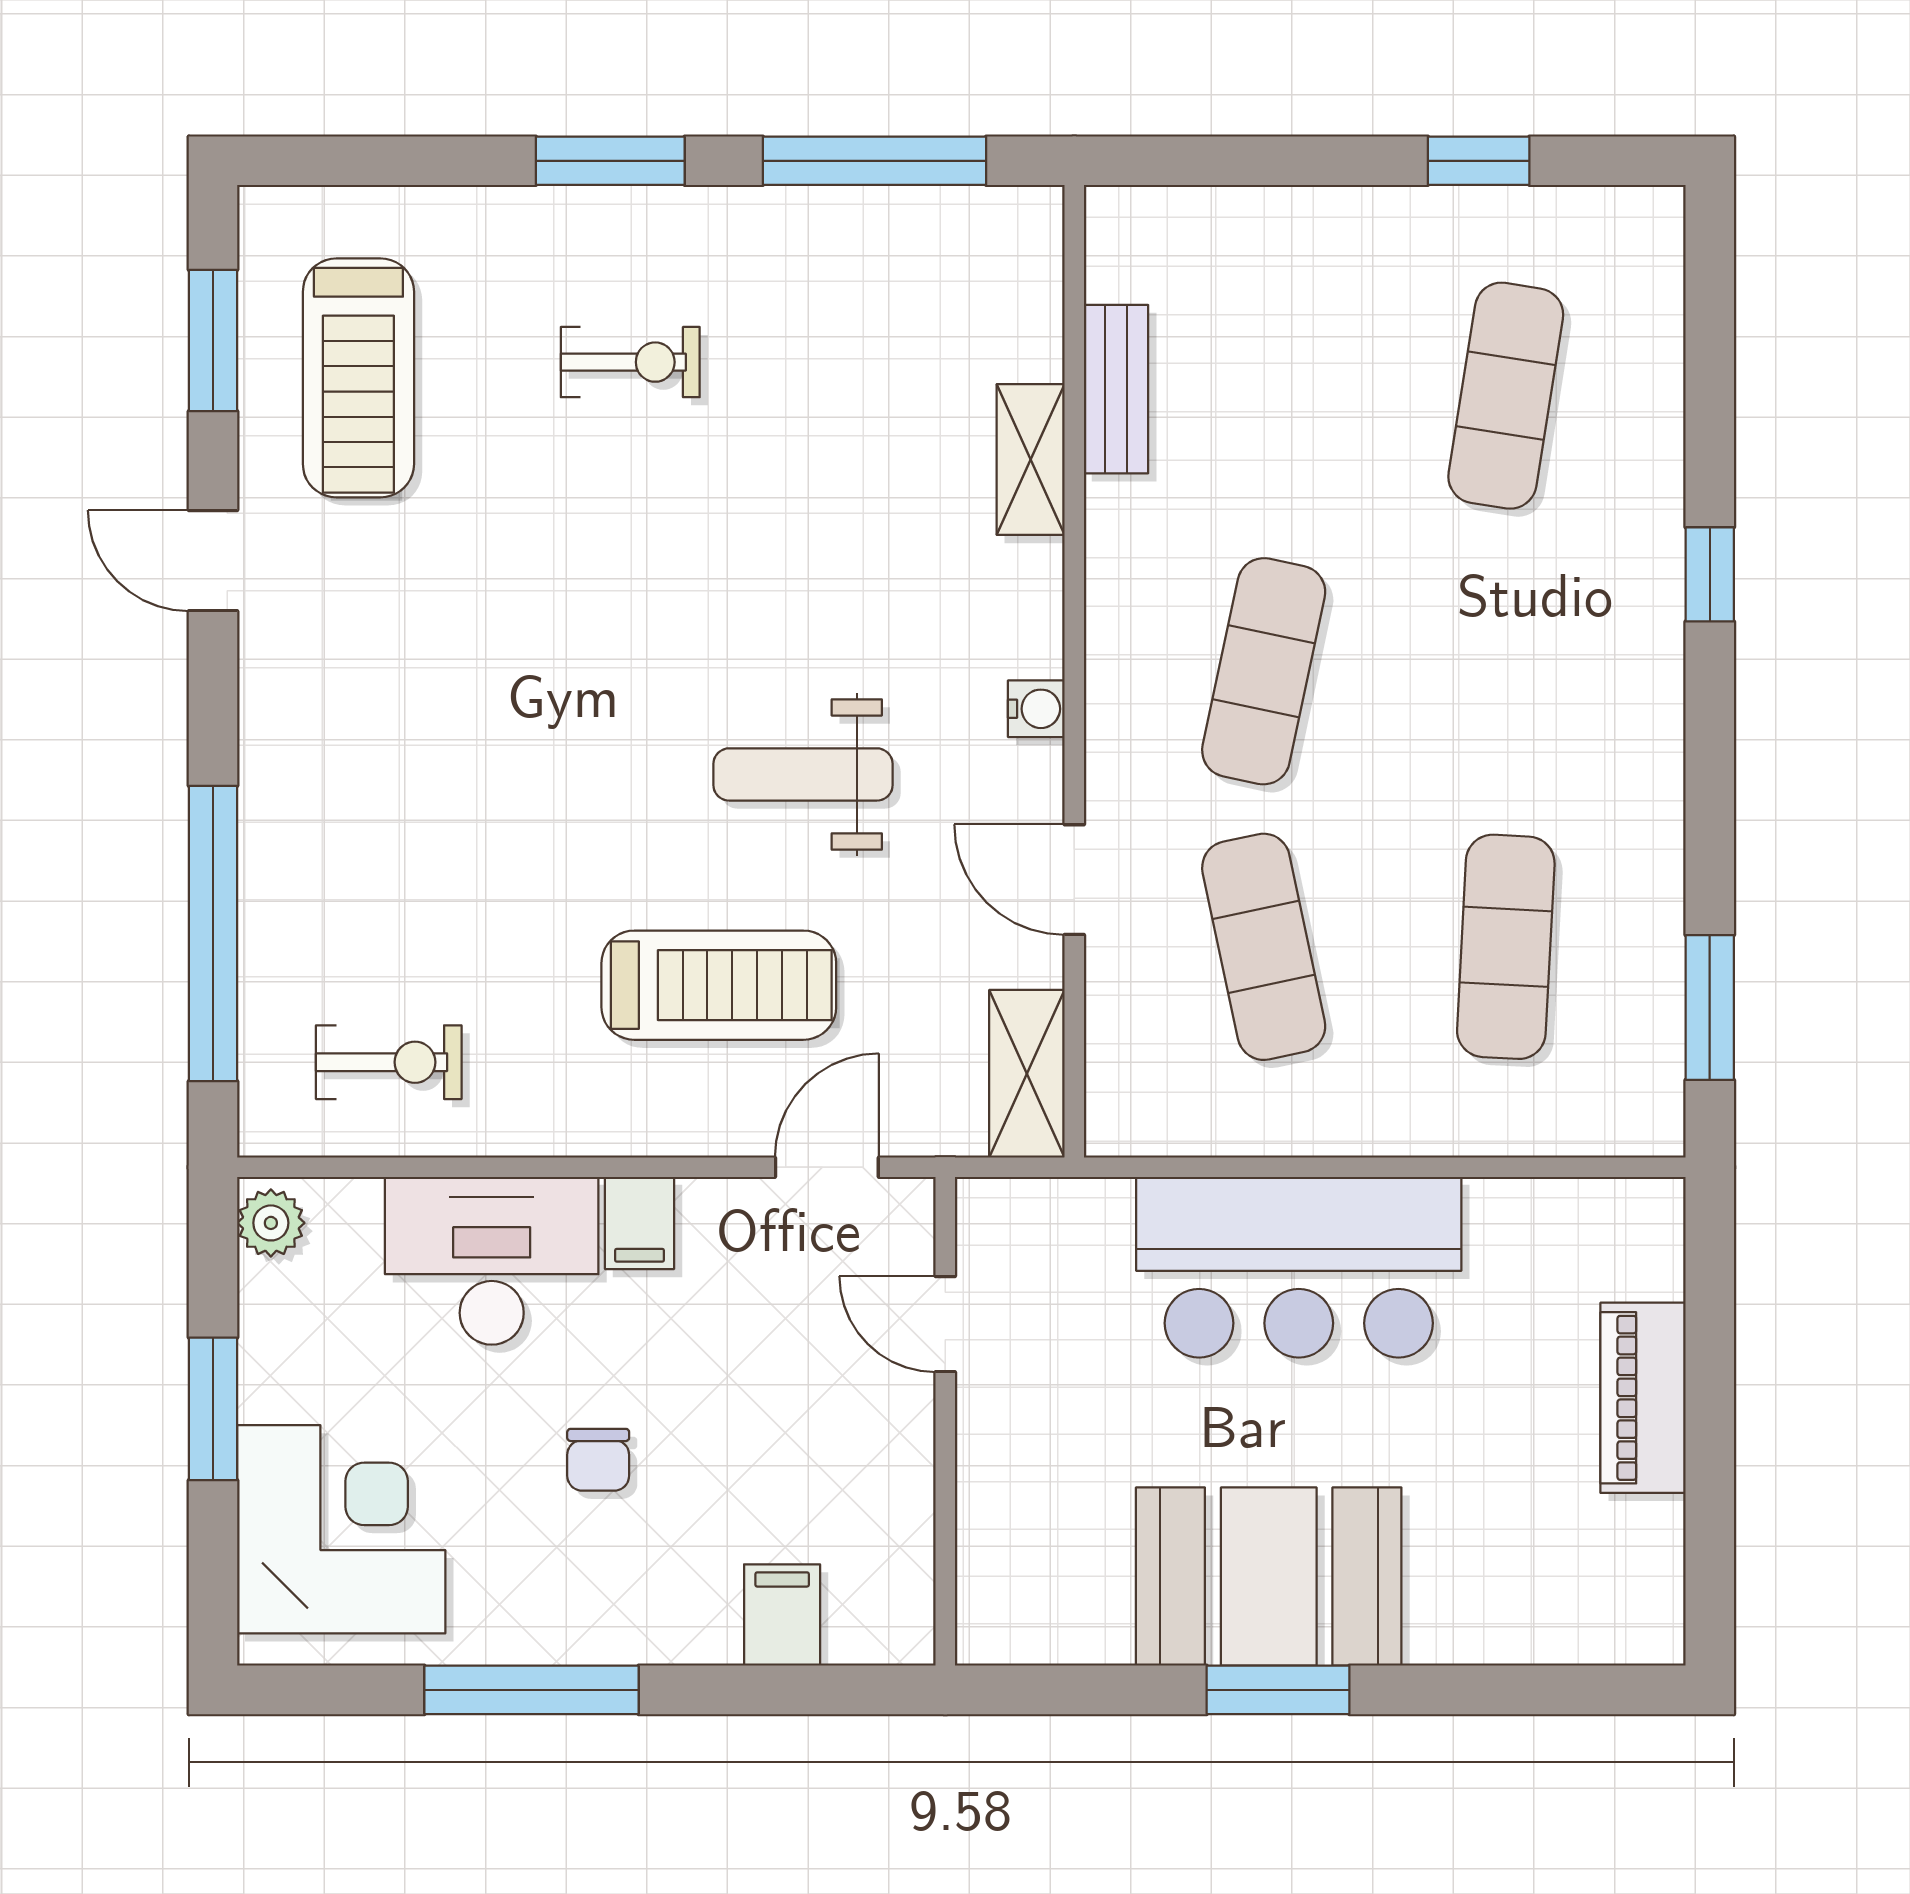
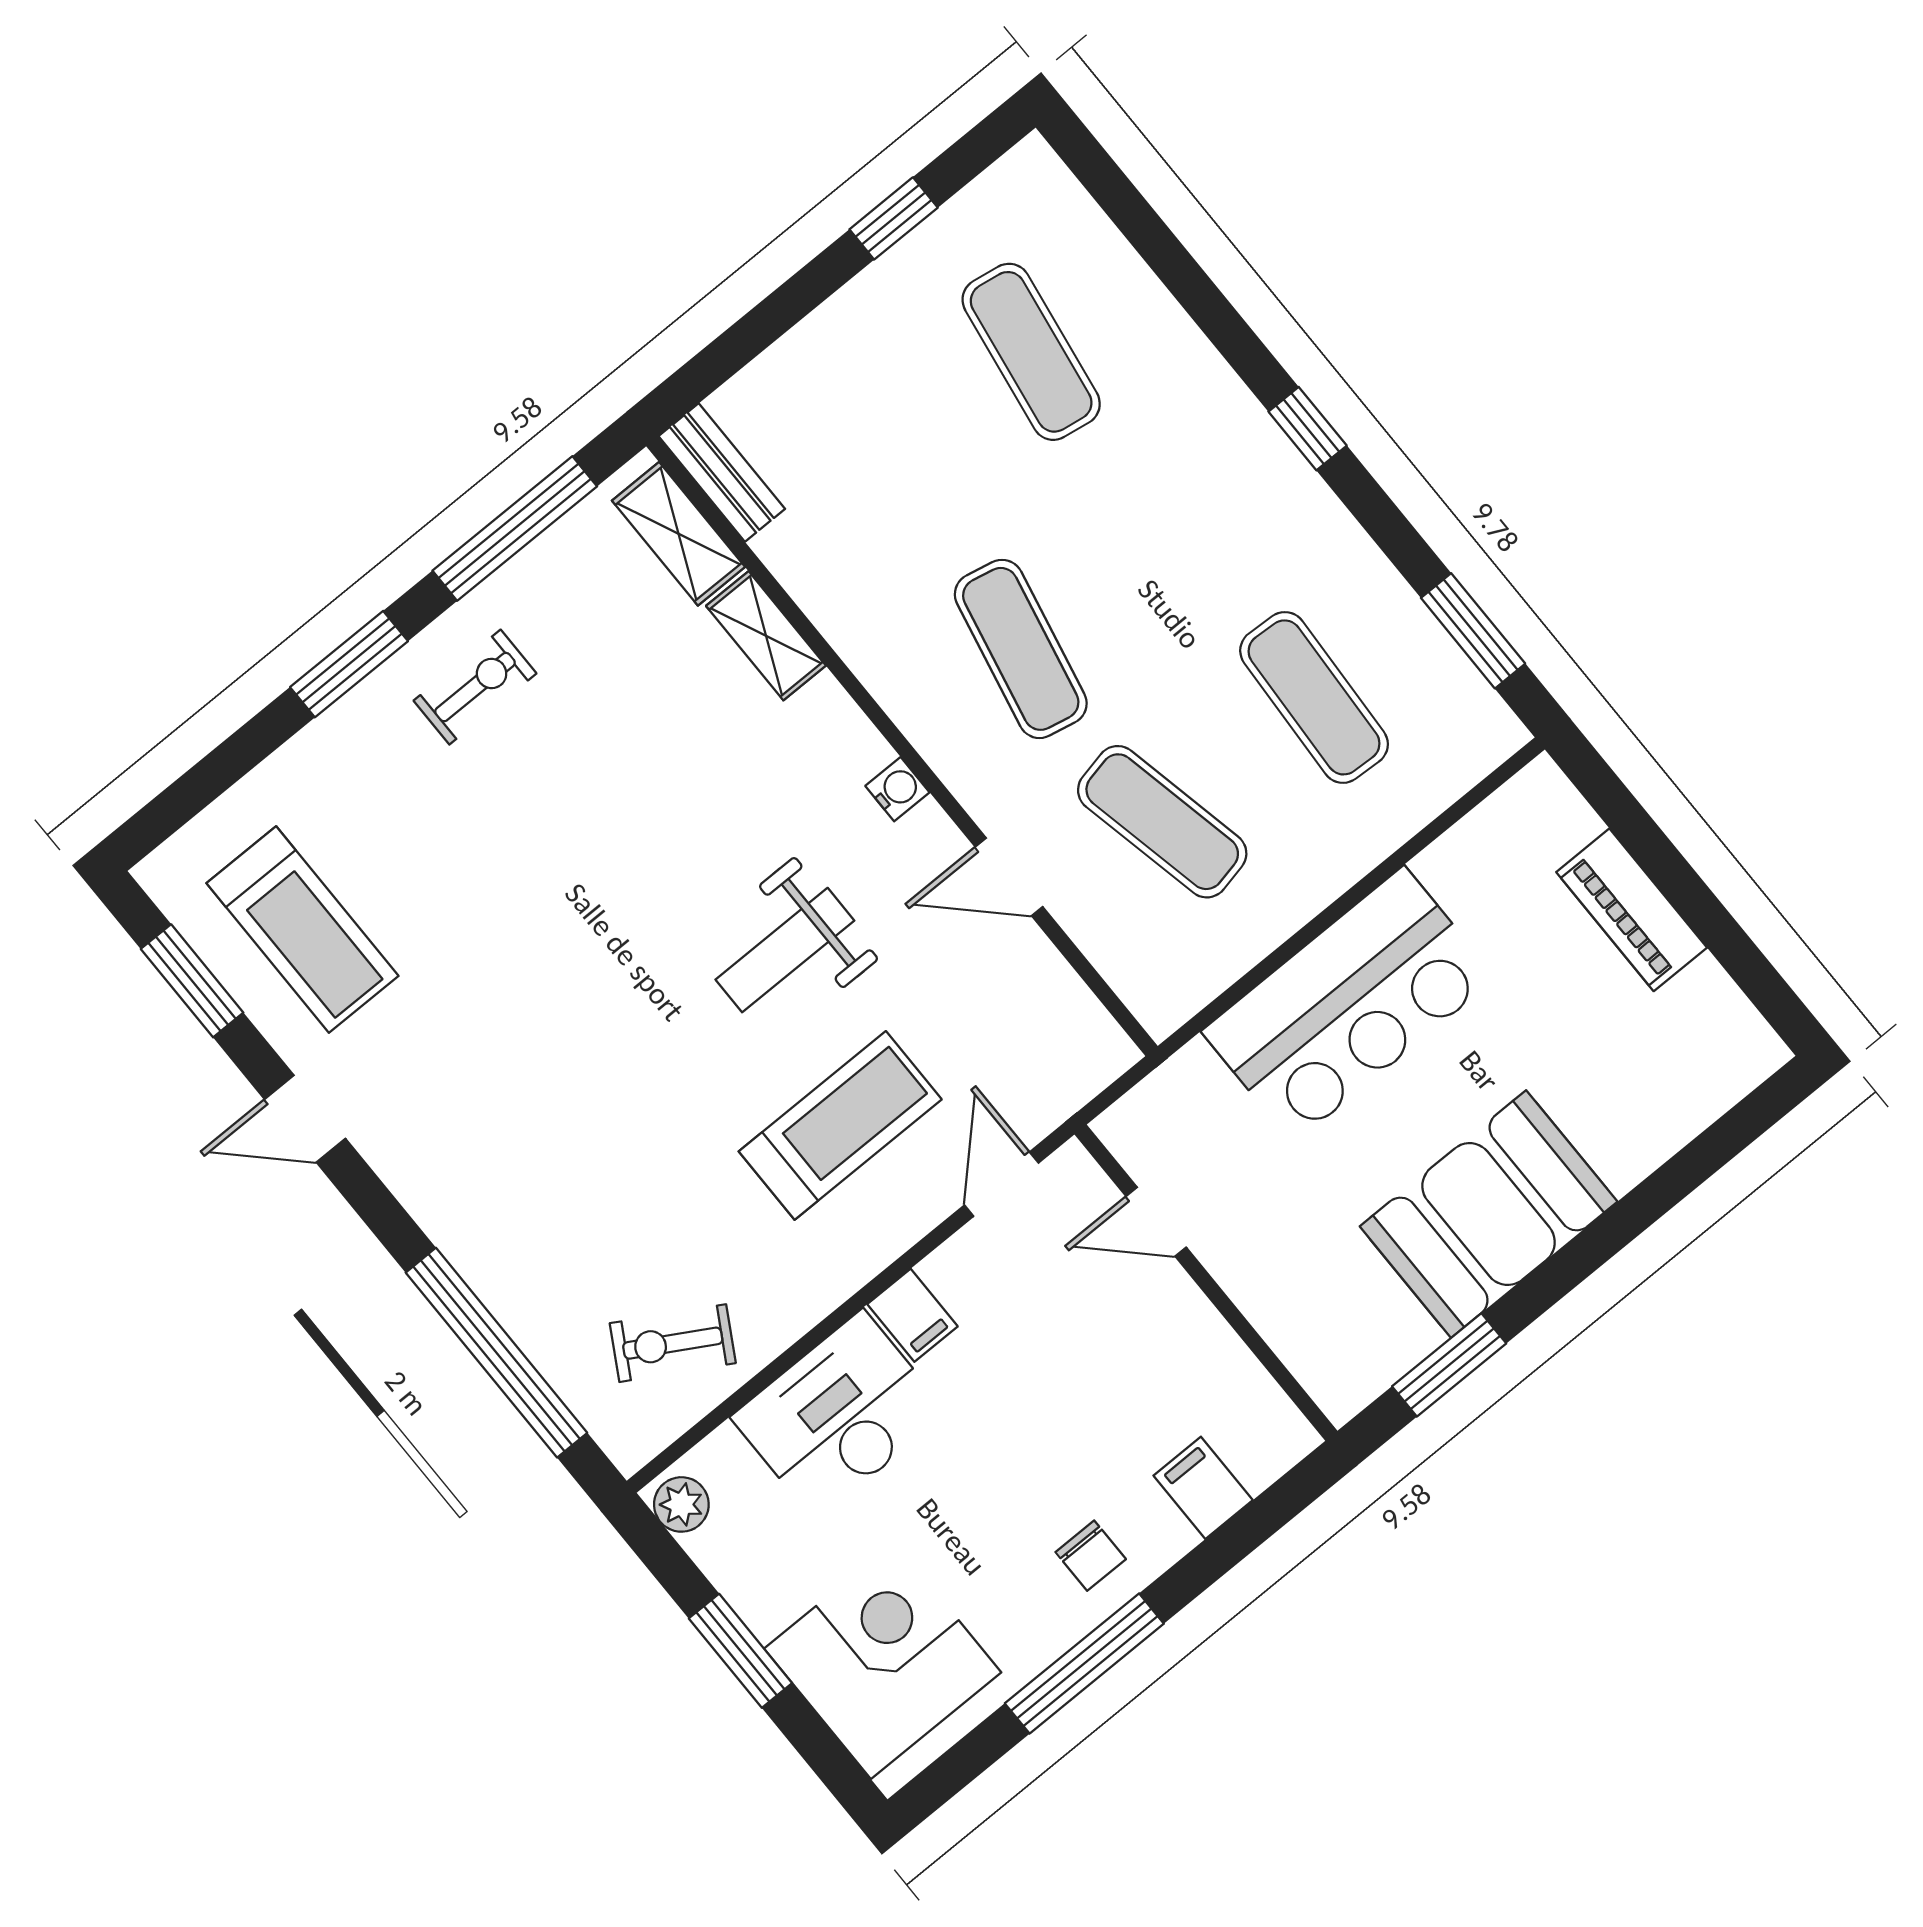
exercise bike: (630, 362) -> (475, 687), moved
bench: (1116, 389) -> (722, 473), moved
window: (1710, 574) -> (1308, 429), moved
exercise bike: (389, 1062) -> (673, 1343), turned -150
shelving: (1027, 1074) -> (679, 534), moved
chair: (598, 1460) -> (1091, 1556), moved
window: (1278, 1690) -> (1449, 1365), moved

